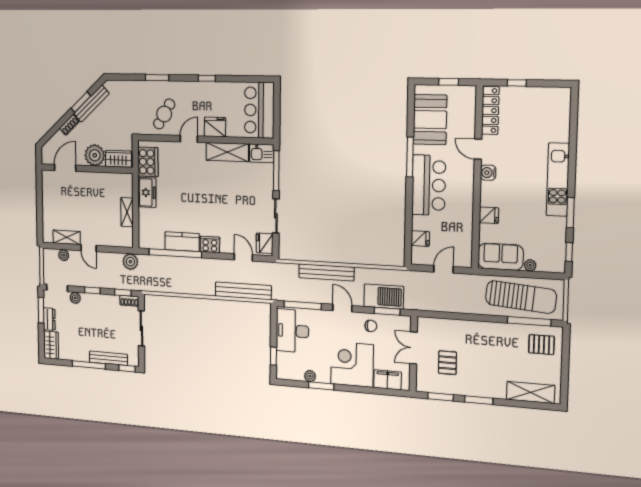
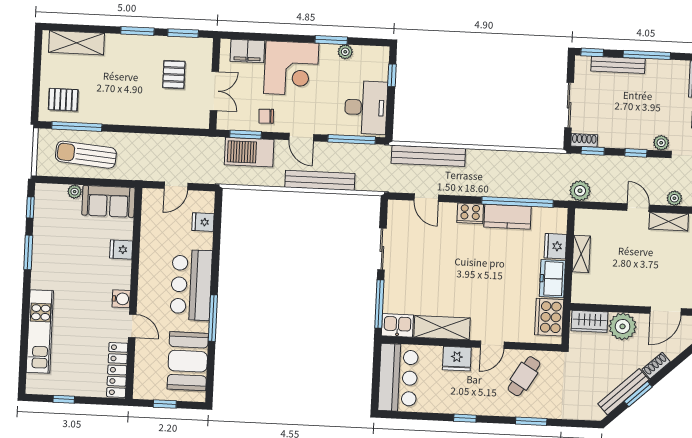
window: (517, 83) -> (64, 399), moved
kitchen unit: (558, 180) -> (40, 331), moved
fridge: (265, 243) -> (555, 246), moved, turned 180
sun lounger: (521, 297) -> (86, 155), width x0.73, depth x0.75

